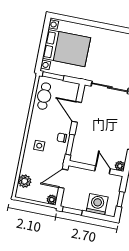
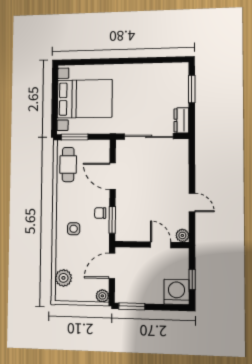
washing machine: (97, 204) -> (176, 292), moved

